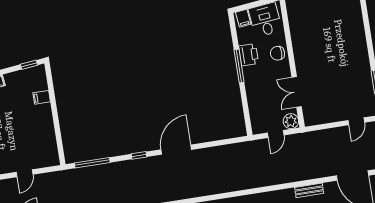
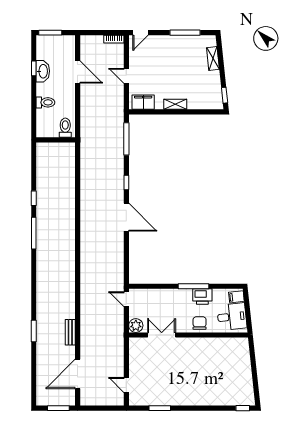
filing cabinet: (42, 97) -> (143, 102), moved, width x2.00
shelving: (47, 116) -> (175, 104), added
door: (276, 134) -> (126, 299), moved

